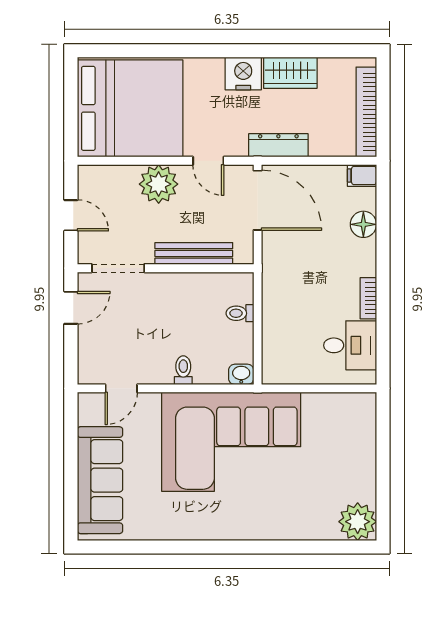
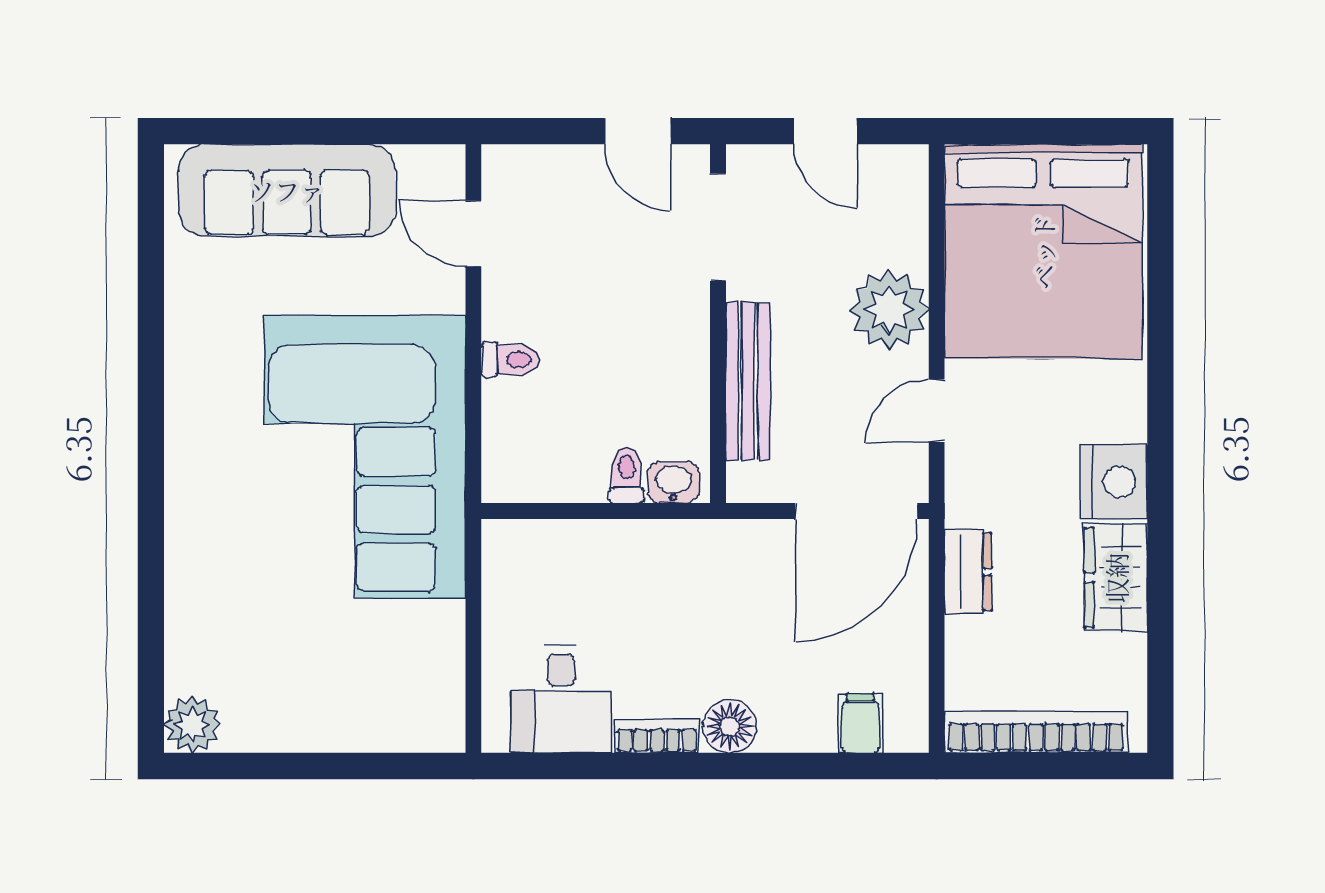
dresser: (278, 145) -> (968, 572), width x0.70
filing cabinet: (362, 176) -> (860, 723), moved
door: (71, 215) -> (825, 131), hinge flipped
floor lamp: (363, 224) -> (730, 726), moved
washbasin: (241, 374) -> (673, 483), moved, turned -90
plant: (358, 522) -> (192, 725), width x0.73, depth x0.73

